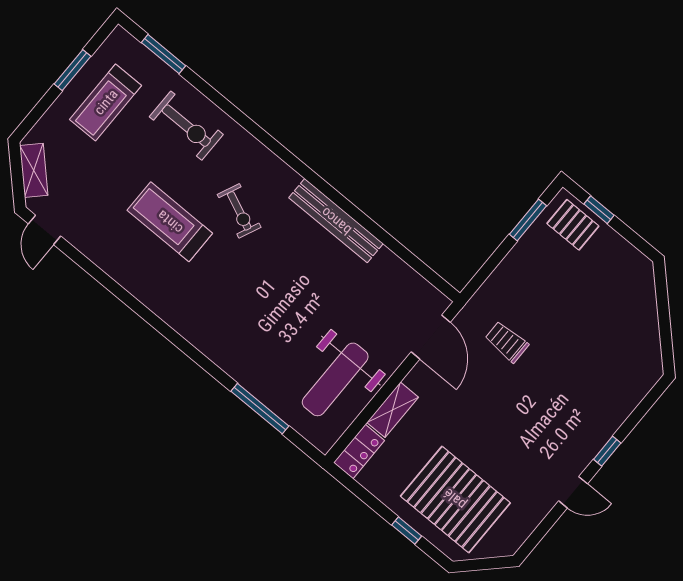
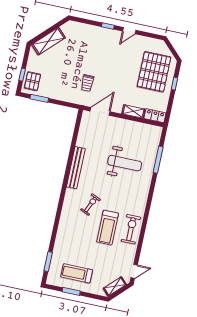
treadmill: (106, 102) -> (77, 273), turned 180
exercise bike: (186, 126) -> (131, 229), moved
shelving: (642, 305) -> (49, 41), added
weight bench: (335, 379) -> (125, 163), moved
door: (573, 492) -> (129, 31), swing flipped

